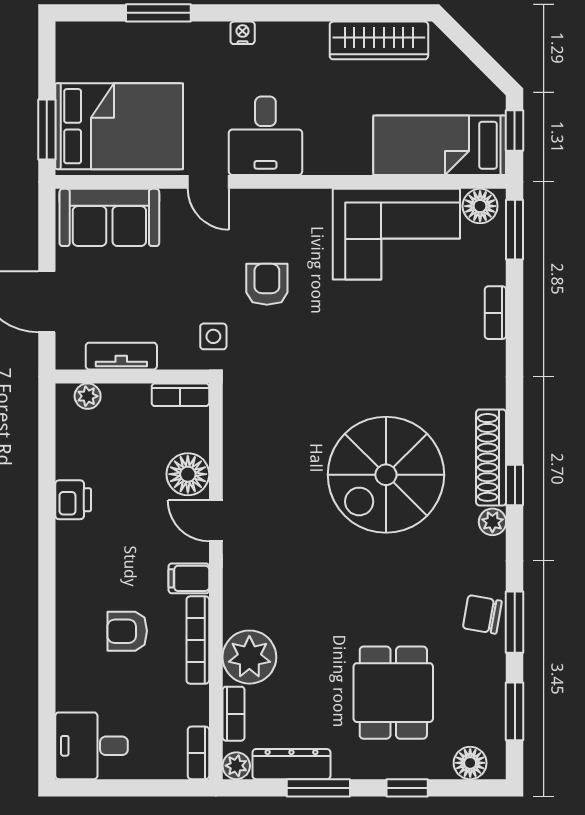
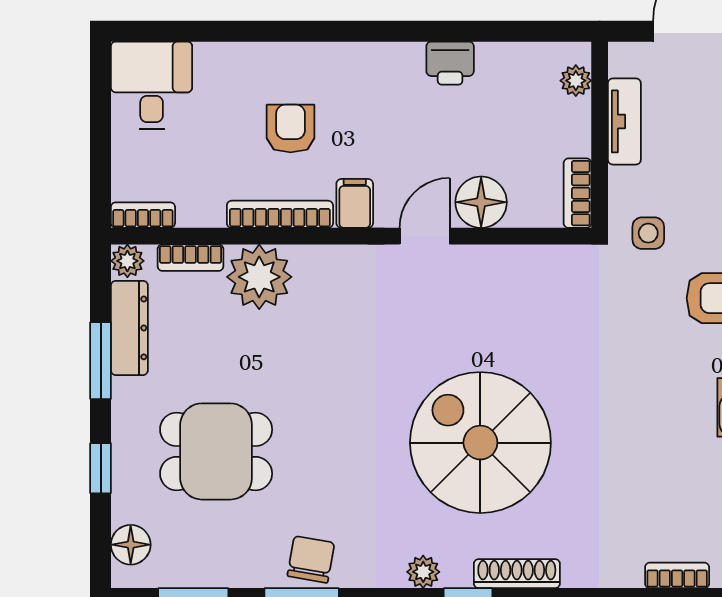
shoe rack: (491, 457) -> (517, 574), width x0.74, depth x0.81

